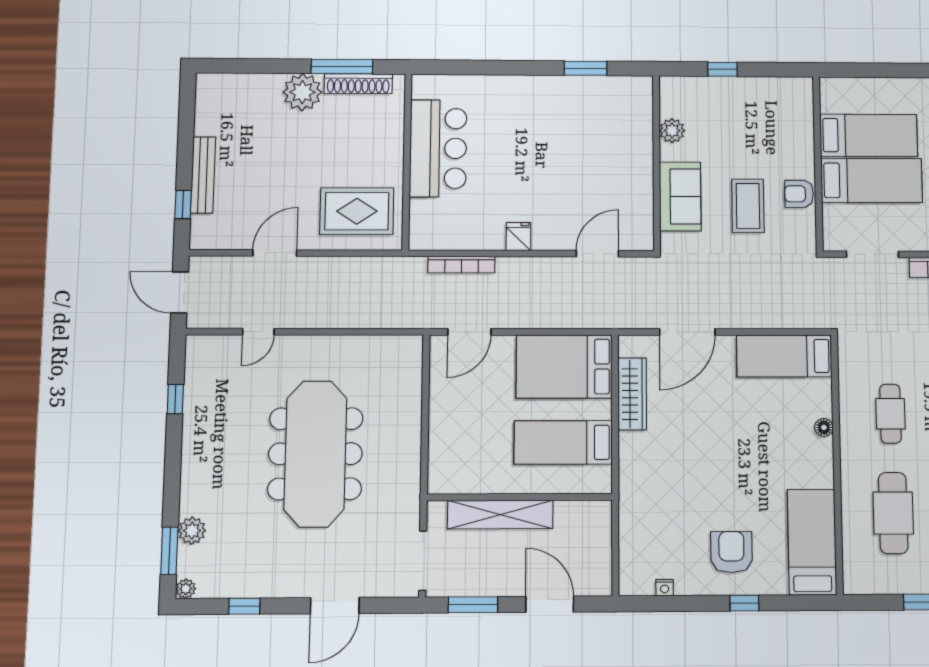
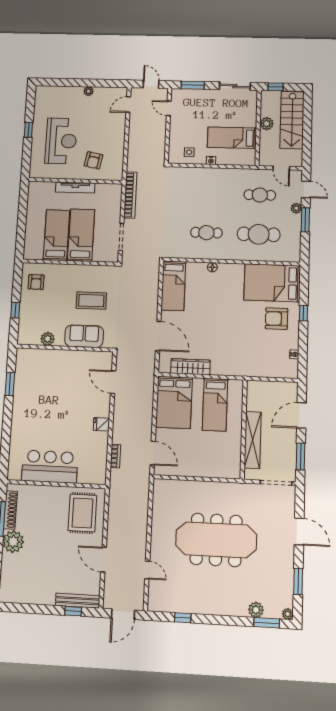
bench: (203, 175) -> (78, 601), moved
armchair: (799, 194) -> (36, 282), moved
bookcase: (461, 265) -> (115, 456), width x0.64
bed: (812, 542) -> (272, 283), width x1.50
window: (244, 606) -> (298, 581), width x1.50

